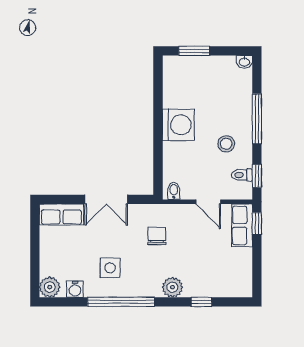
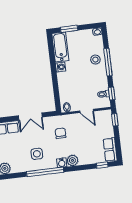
bathtub: (175, 82) -> (60, 47), added
washing machine: (178, 125) -> (60, 67), width x0.53, depth x0.53
stool: (226, 144) -> (95, 60), moved
row of seats: (242, 225) -> (110, 150), moved
water cooler: (75, 289) -> (62, 163), moved
window: (201, 302) -> (102, 165), moved

